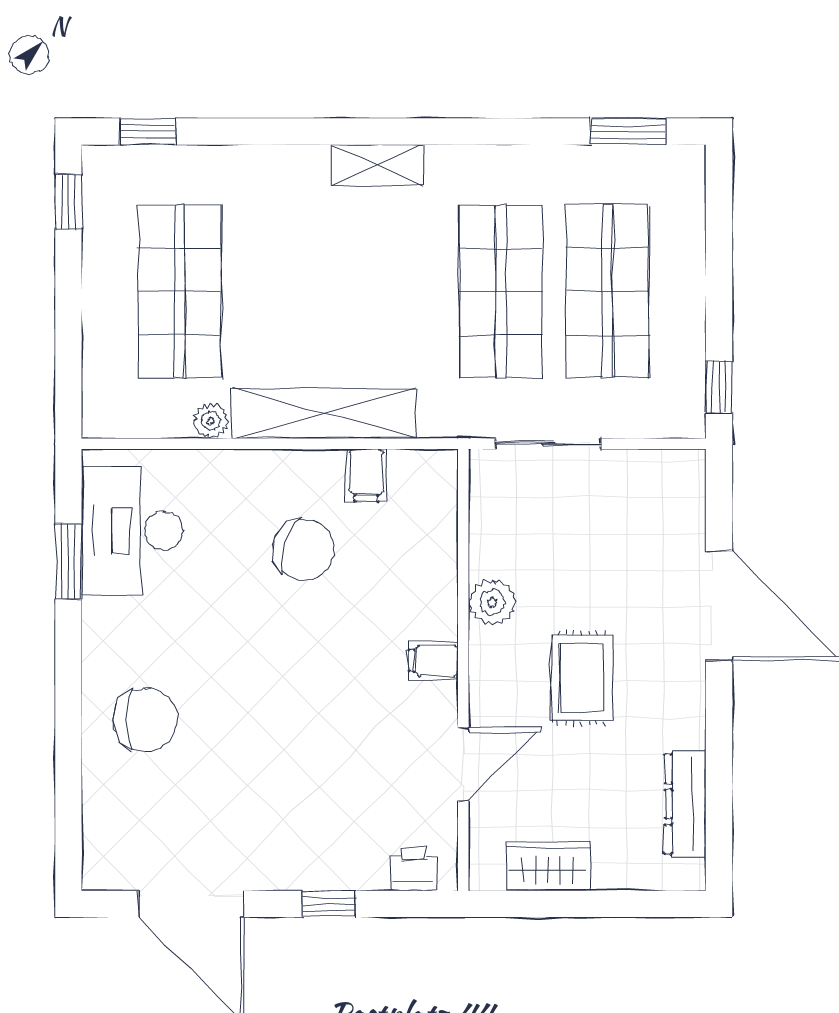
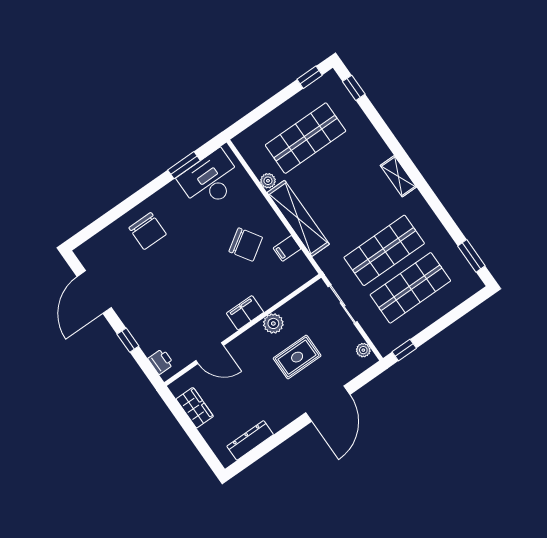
plant: (664, 466) -> (363, 350), added
chair: (303, 549) -> (246, 244), turned -52
filing cabinet: (434, 661) -> (245, 313), width x2.00
rug: (582, 678) -> (297, 357), moved

